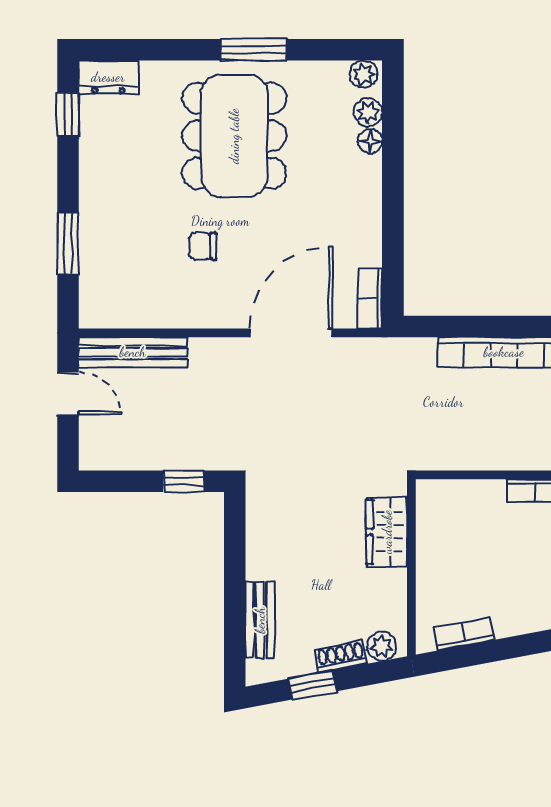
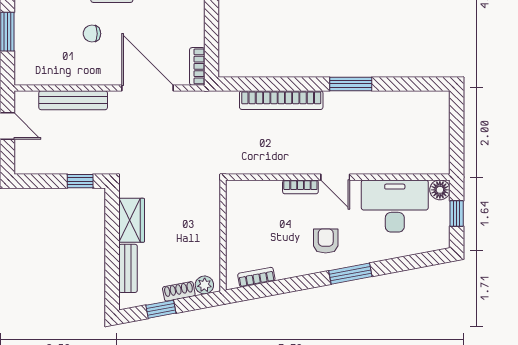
door: (291, 333) -> (147, 88), hinge flipped
bench: (133, 352) -> (73, 100), moved
wardrobe: (387, 532) -> (132, 220), moved, turned 180

